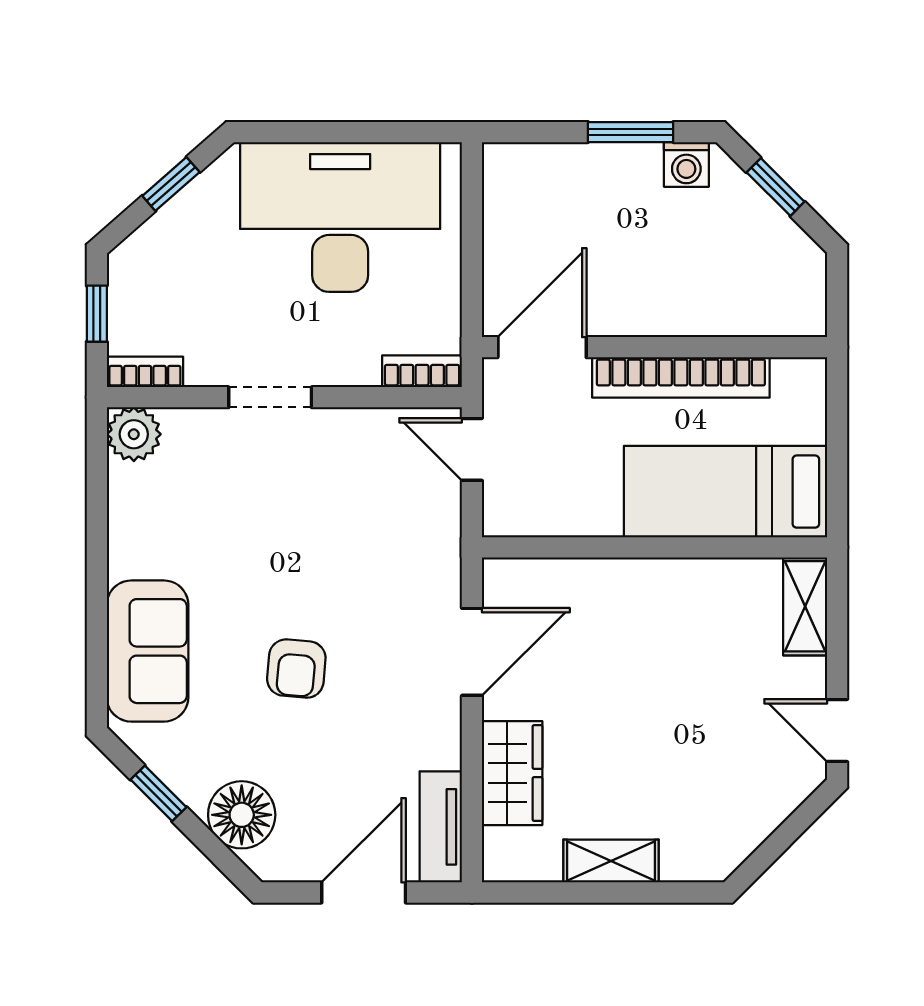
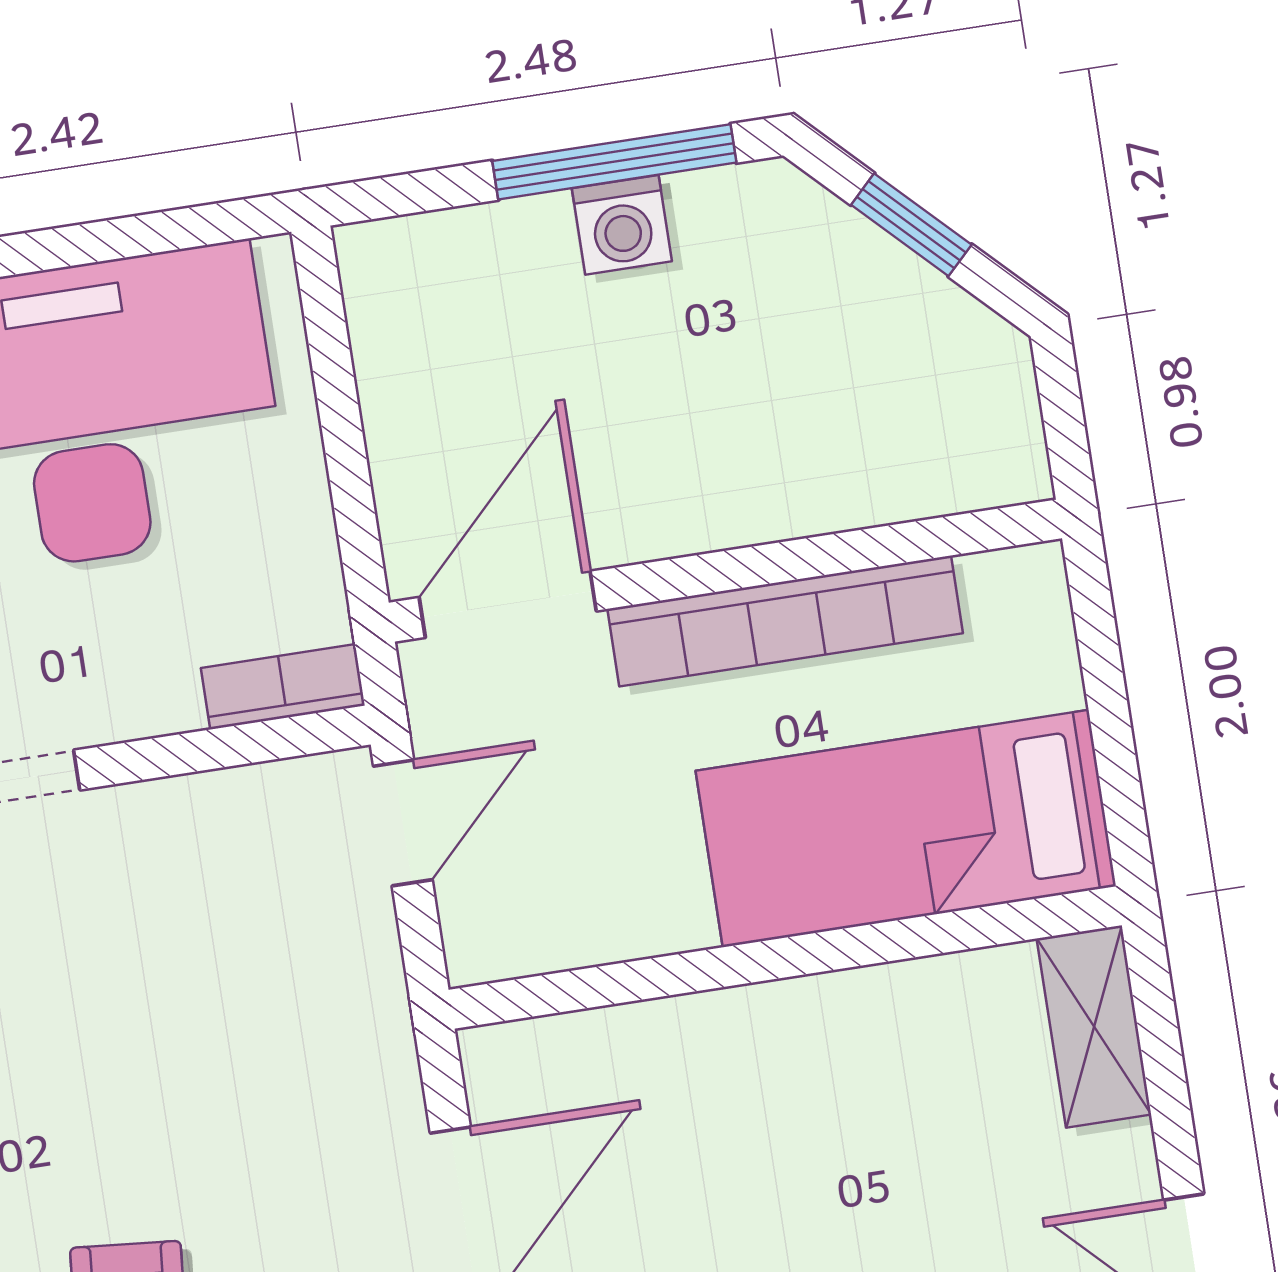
window: (631, 132) -> (614, 162), width x1.44
washing machine: (686, 164) -> (622, 225), moved
door: (472, 449) -> (403, 823), swing flipped

